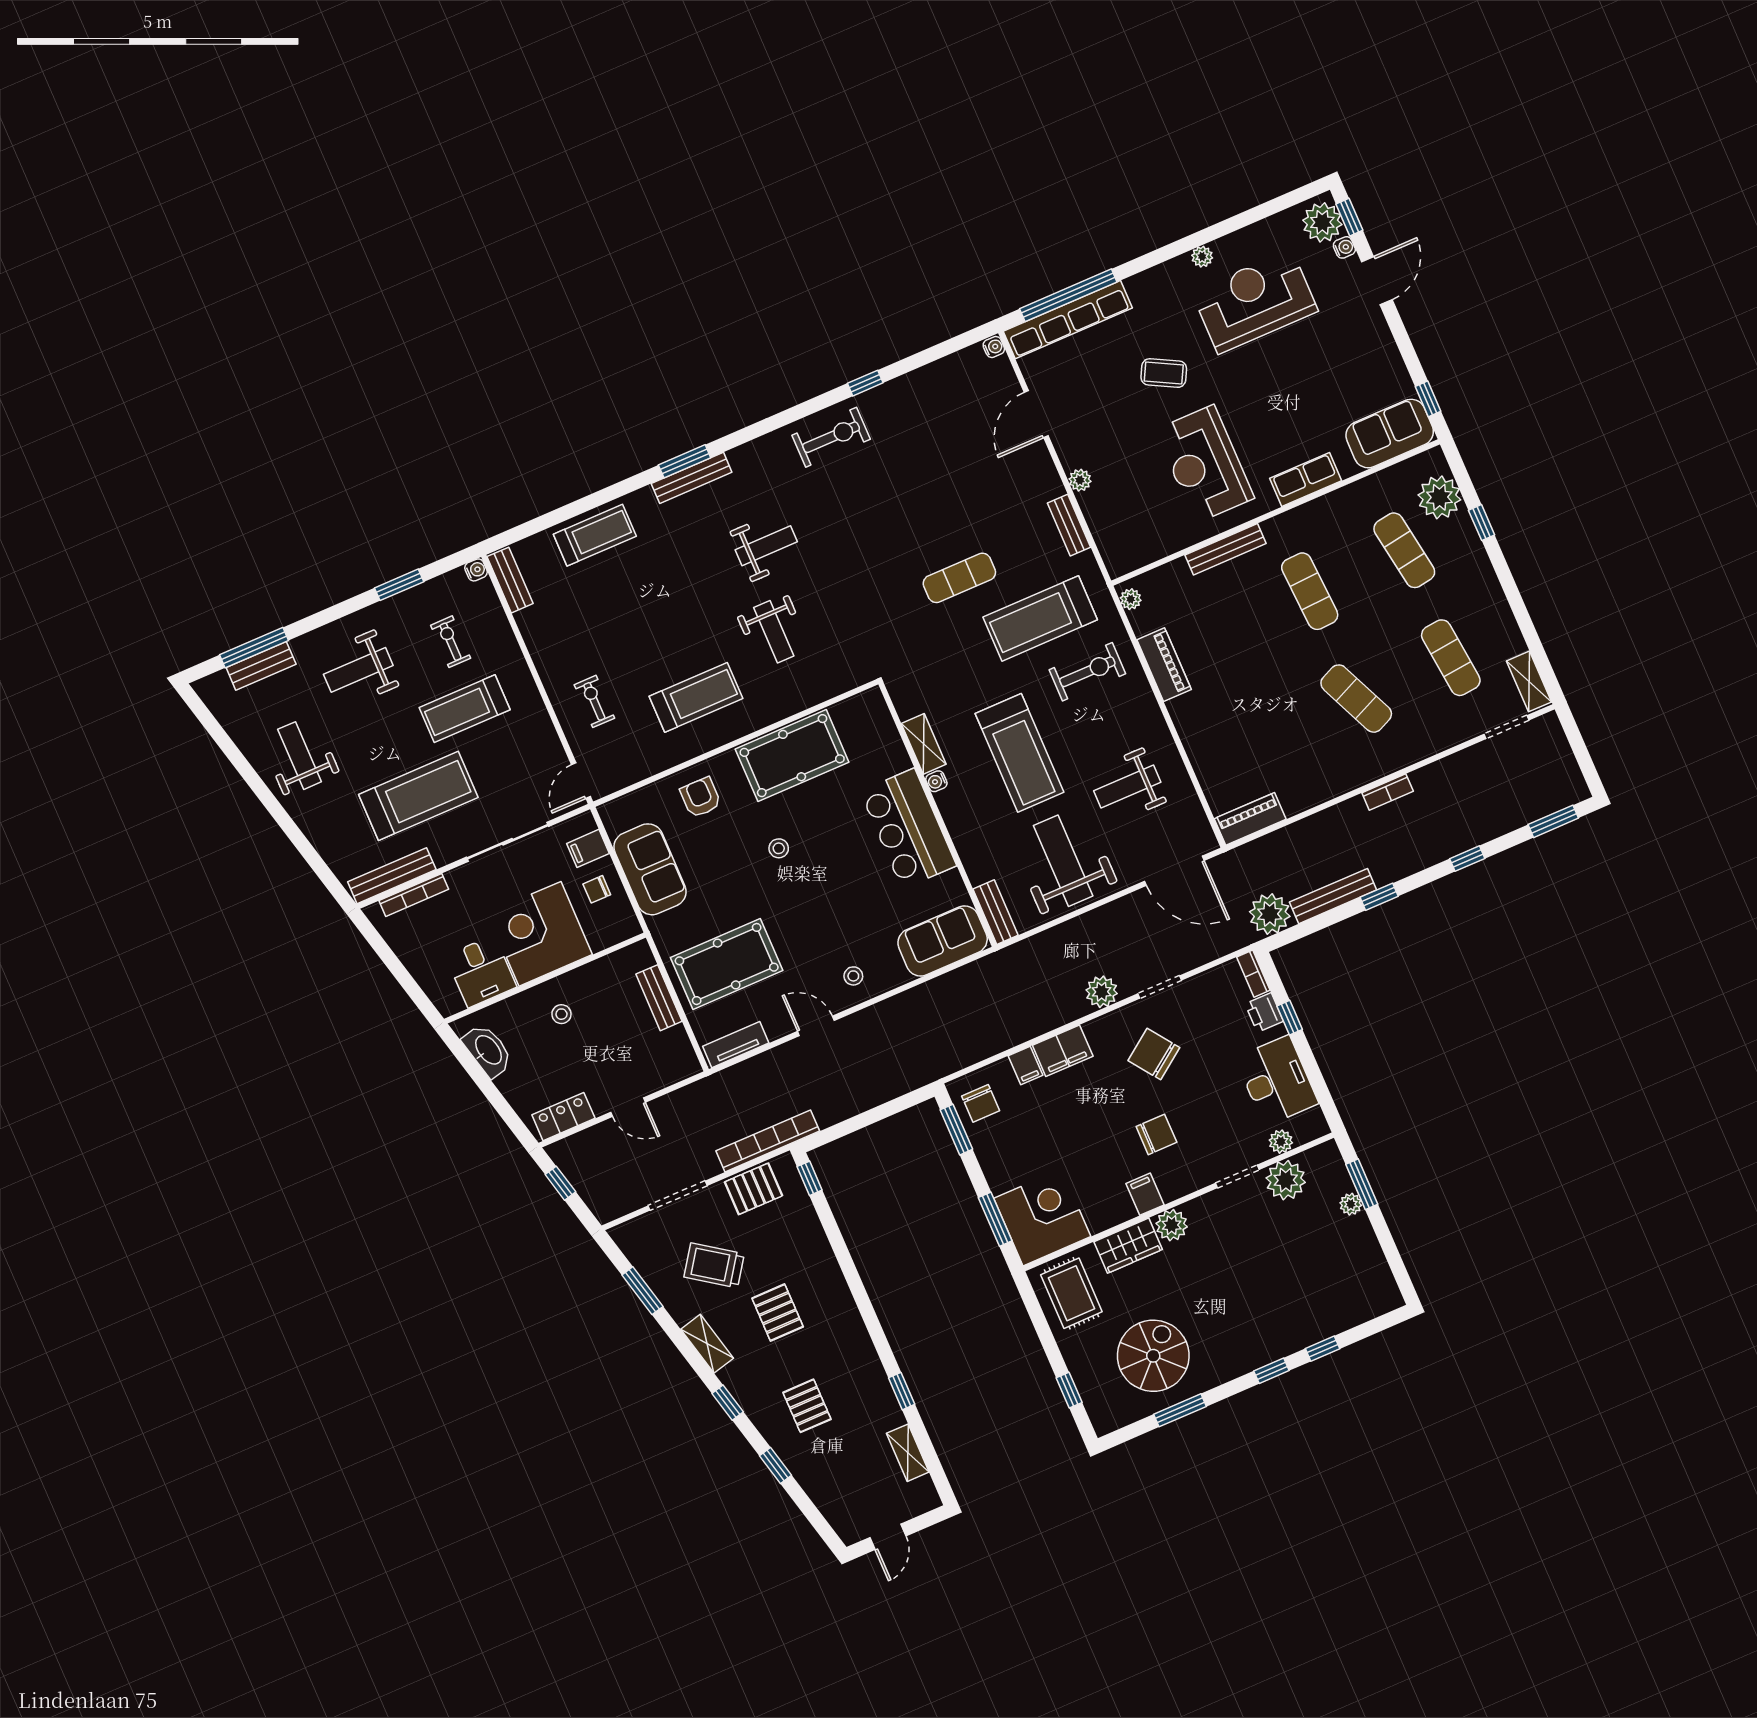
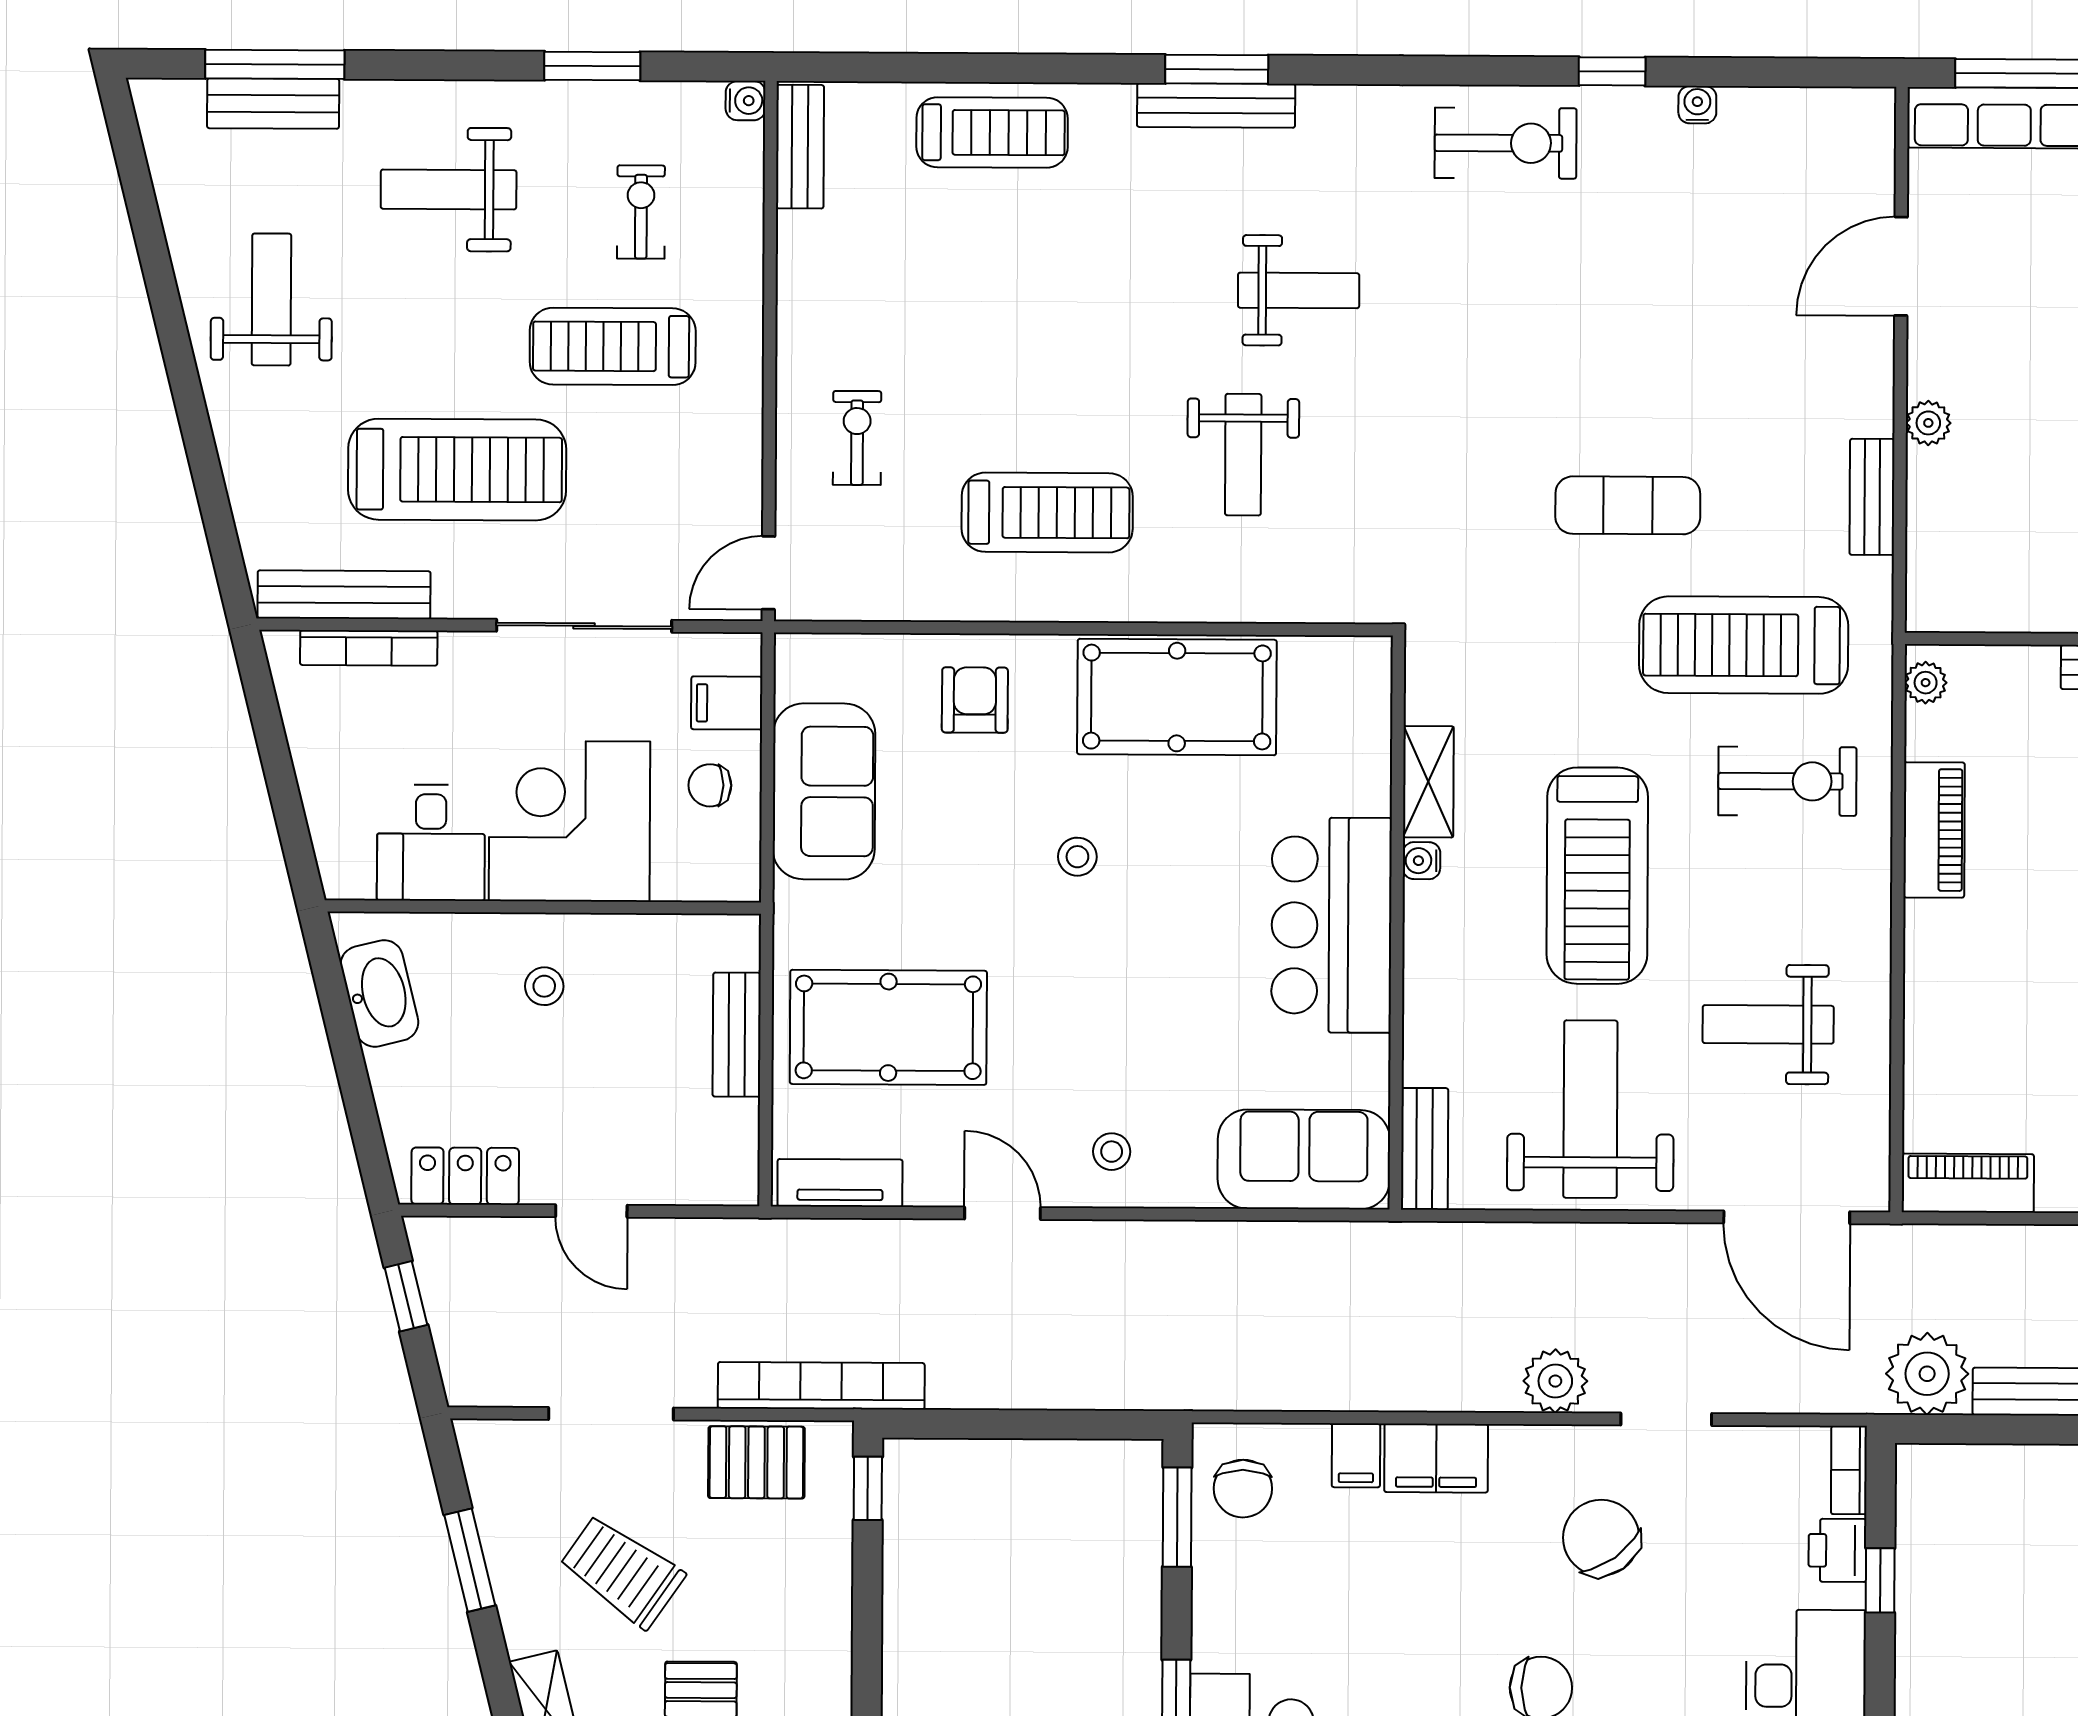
water cooler: (994, 347) -> (1697, 105), moved, turned -90

